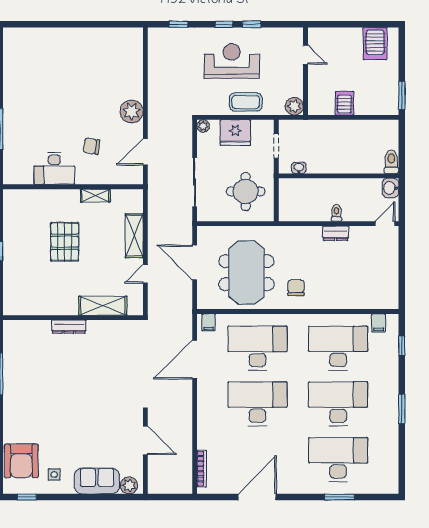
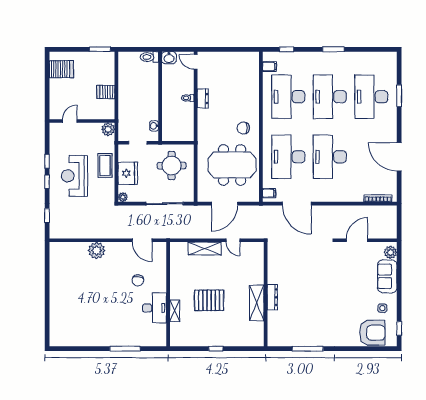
plant: (132, 111) -> (97, 250), moved
shelving: (95, 196) -> (175, 311), moved
shelving: (103, 306) -> (257, 303), moved

